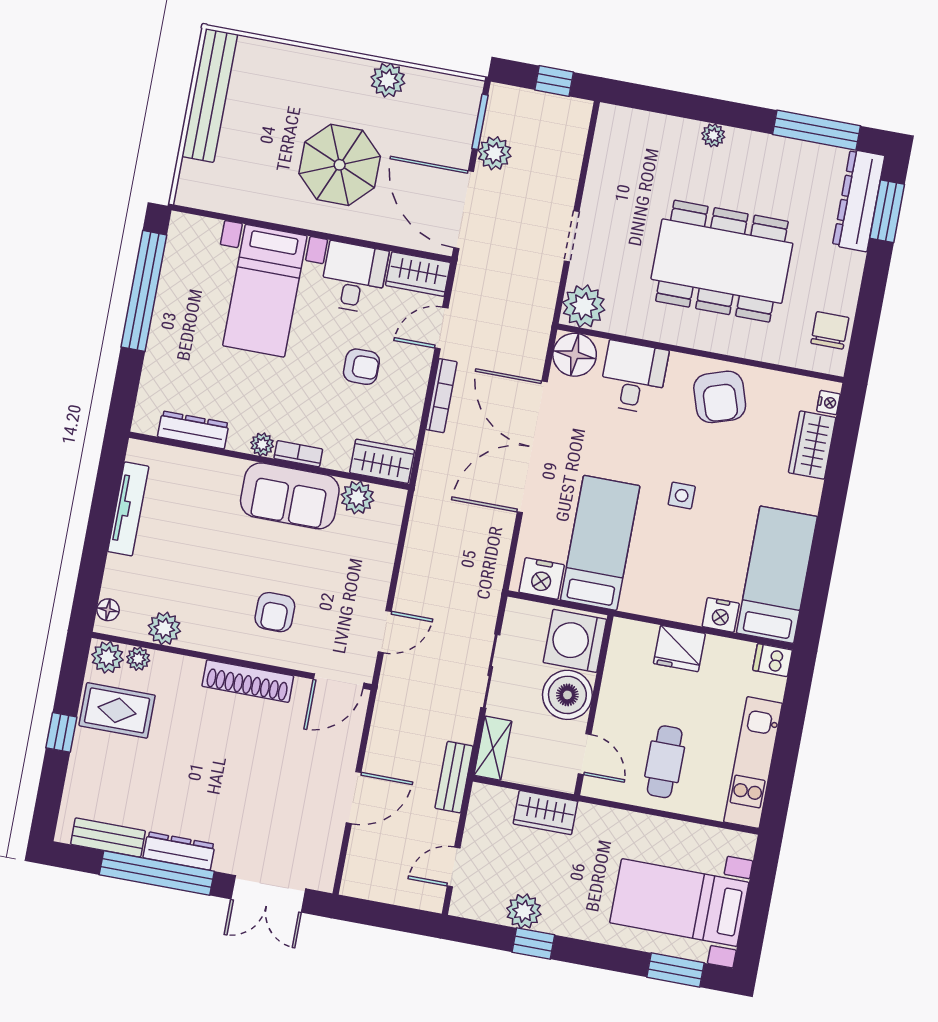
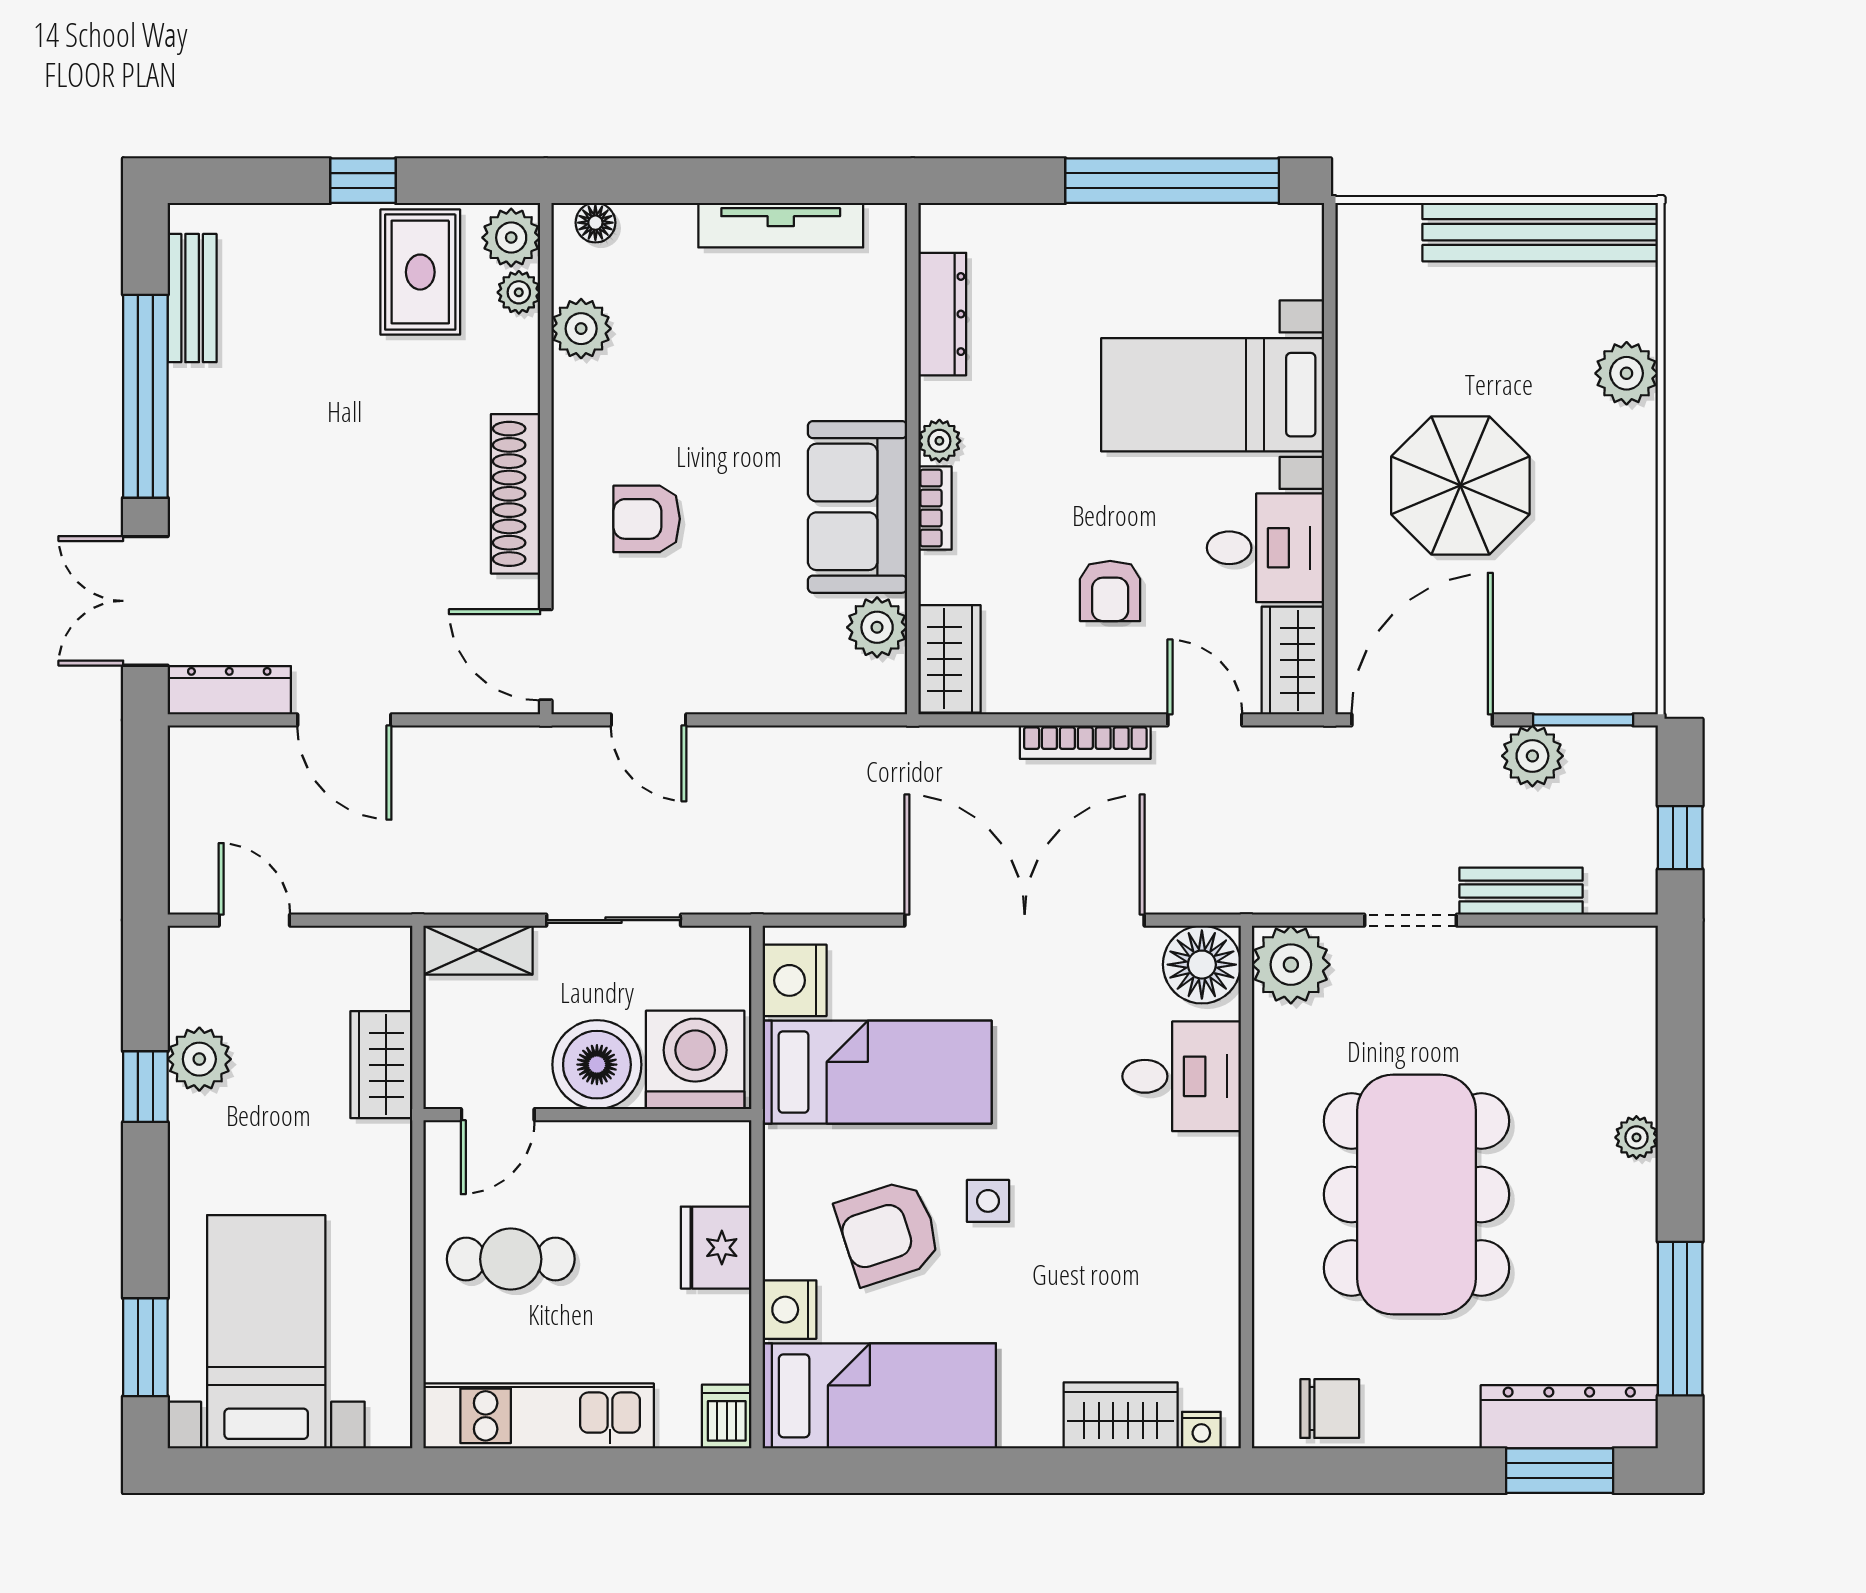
plant: (388, 80) -> (1627, 373), moved
armchair: (720, 397) -> (889, 1232), moved
bench: (454, 777) -> (1521, 891), moved
dresser: (179, 851) -> (229, 690), moved, turned -90

